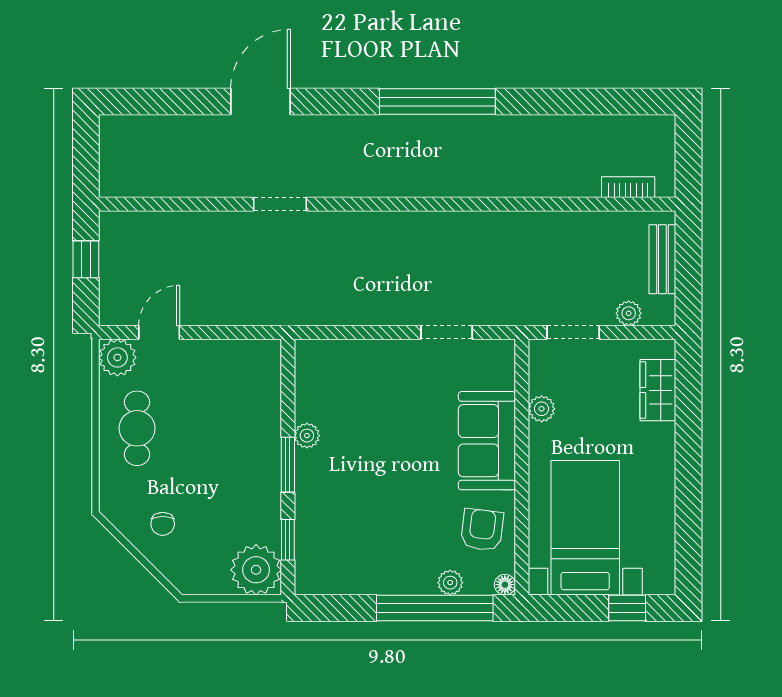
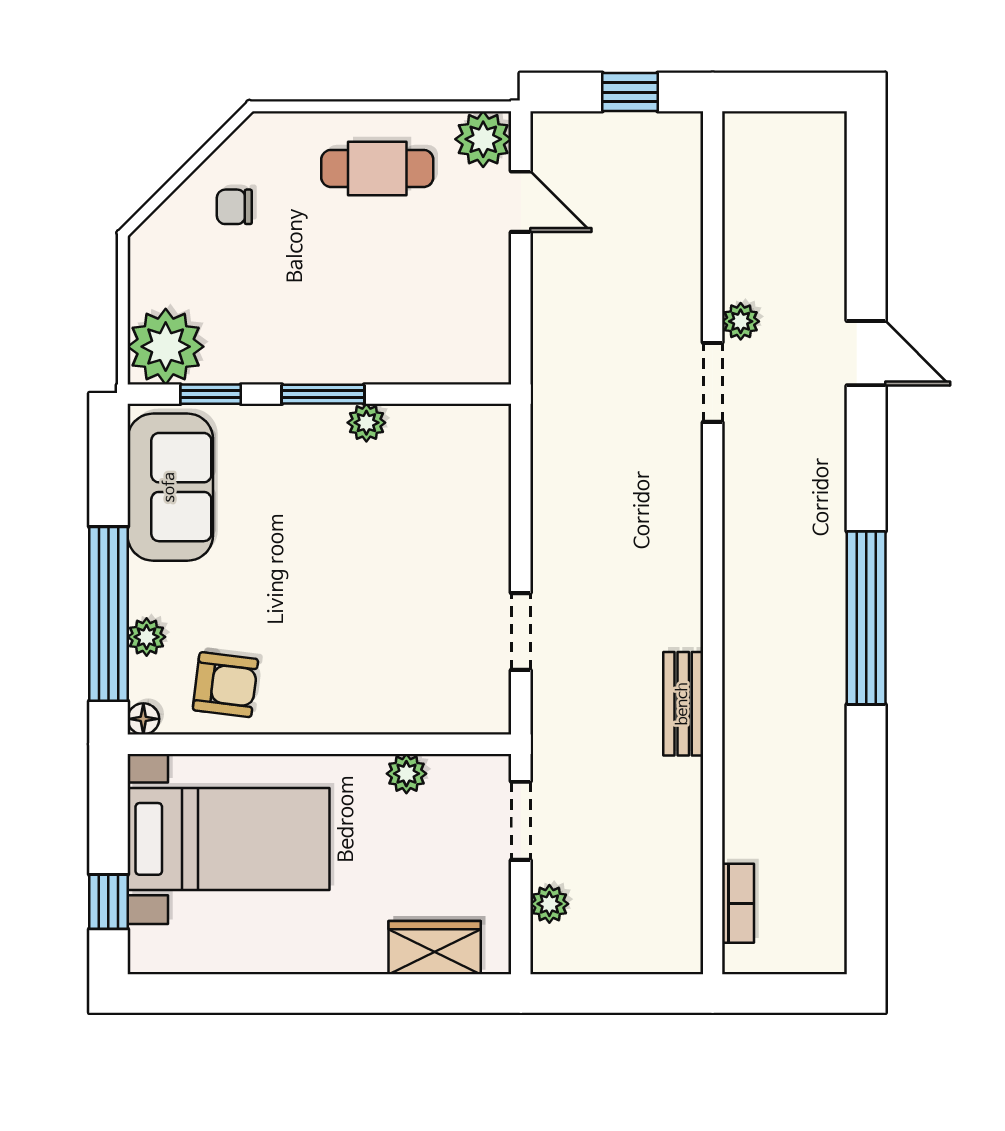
door: (260, 102) -> (866, 353), width x0.73
plant: (239, 185) -> (741, 321), added
bench: (662, 259) -> (683, 704), moved, turned 90
sofa: (487, 441) -> (170, 487), moved, turned 90

